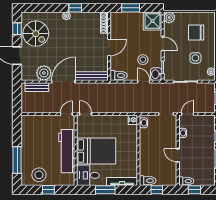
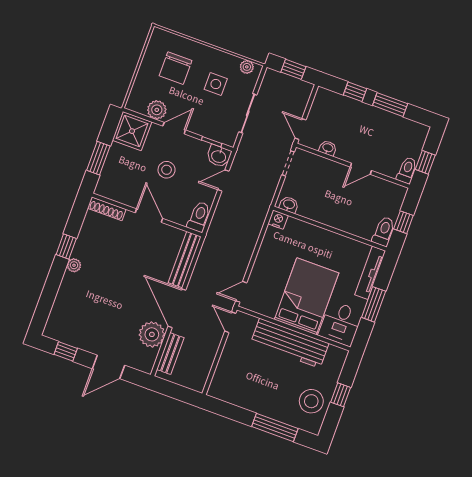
plant: (169, 17) -> (157, 110), moved
spiral stairs: (36, 34) -> (84, 324), removed
stool: (143, 60) -> (167, 170), moved

